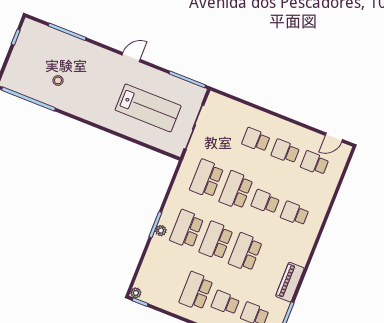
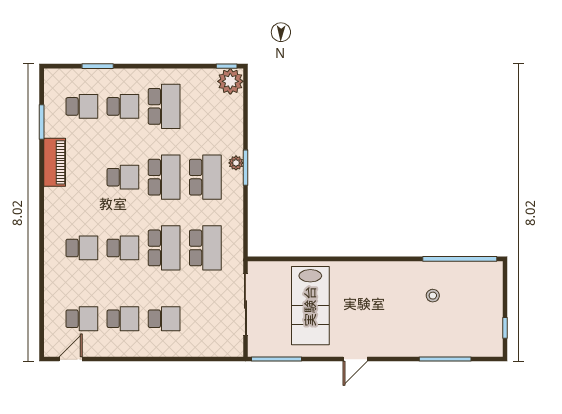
lab bench: (148, 108) -> (310, 306), turned -90
school desk: (245, 252) -> (123, 177), width x0.54
plant: (136, 293) -> (230, 81), width x1.88, depth x1.88

